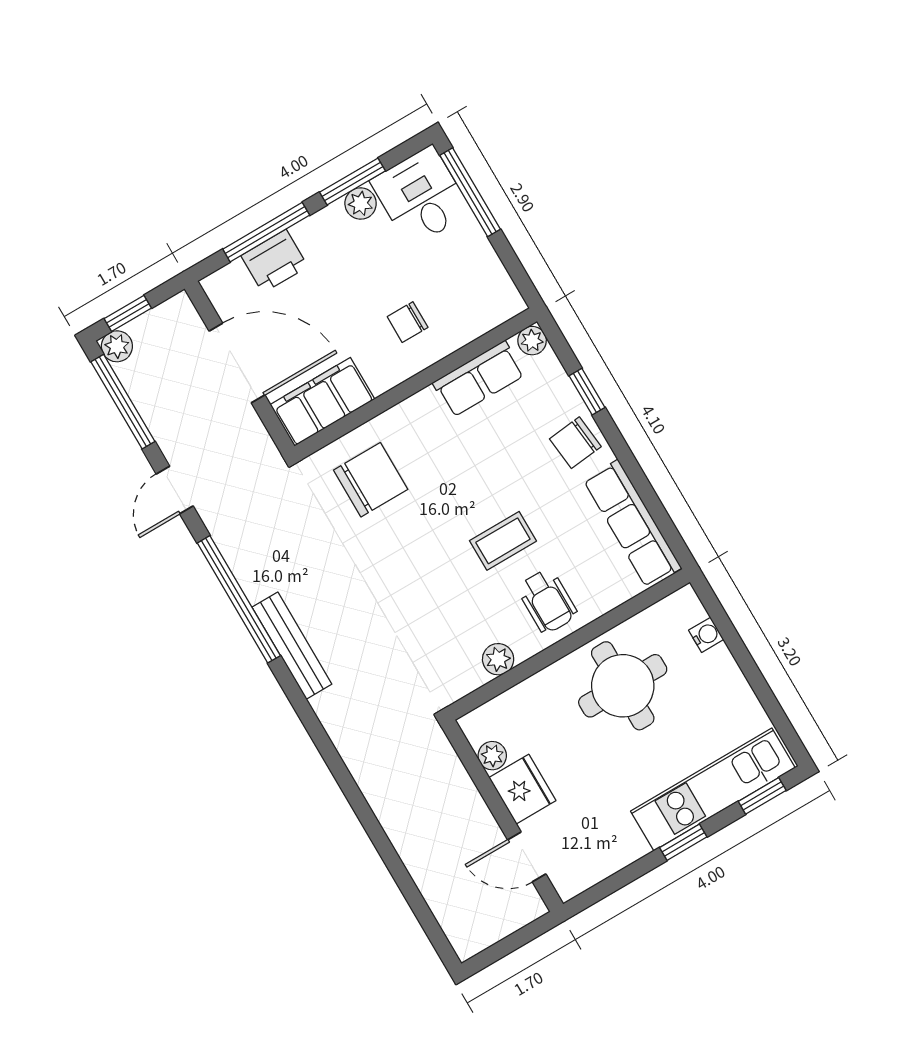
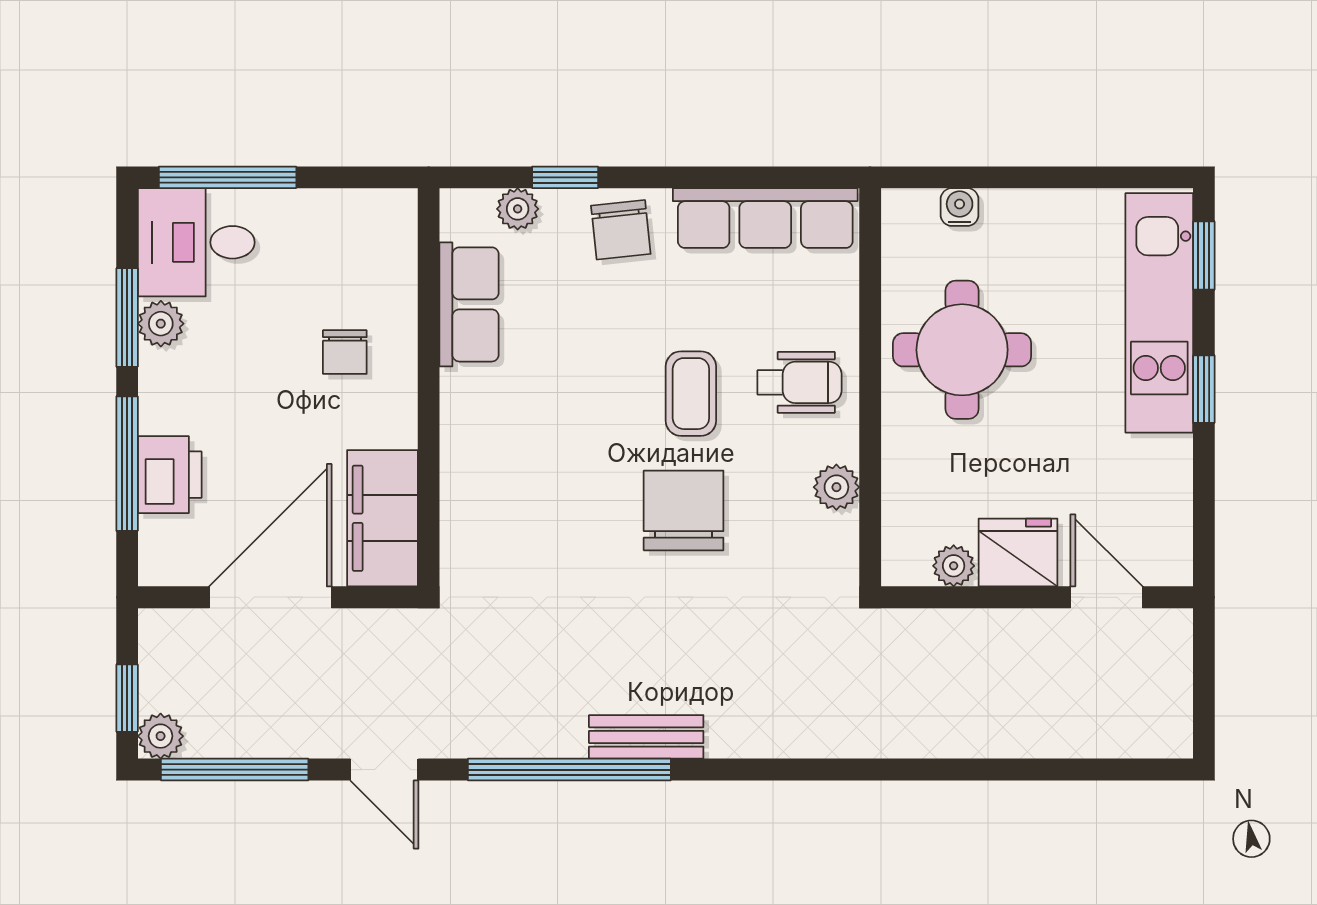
plant: (532, 341) -> (518, 209), moved
chair: (371, 480) -> (684, 510), moved
bench: (292, 646) -> (646, 737), width x0.73
door: (527, 857) -> (1107, 597), swing flipped

